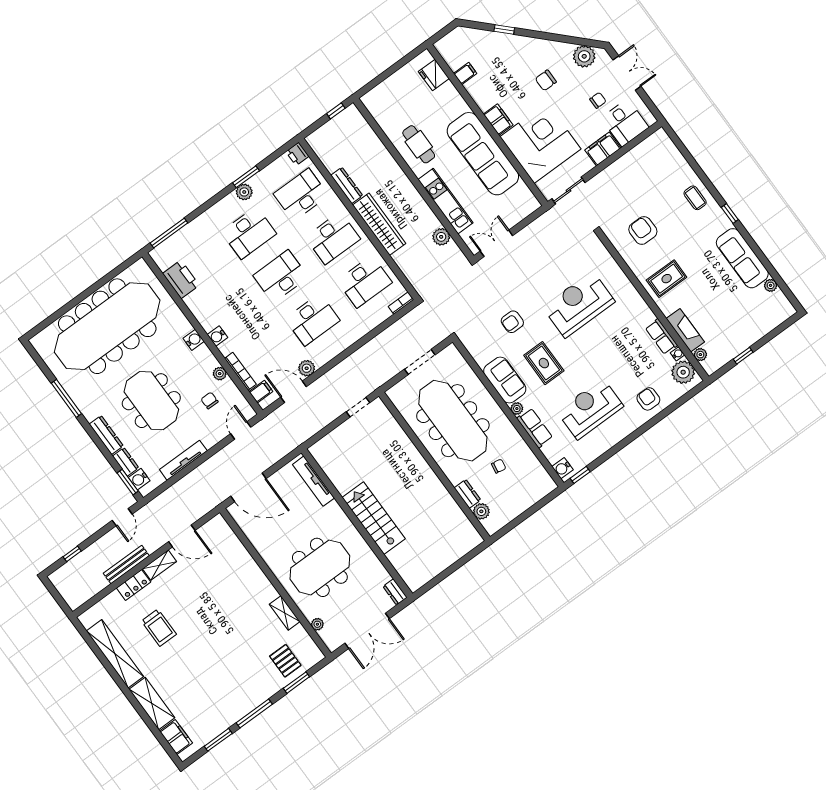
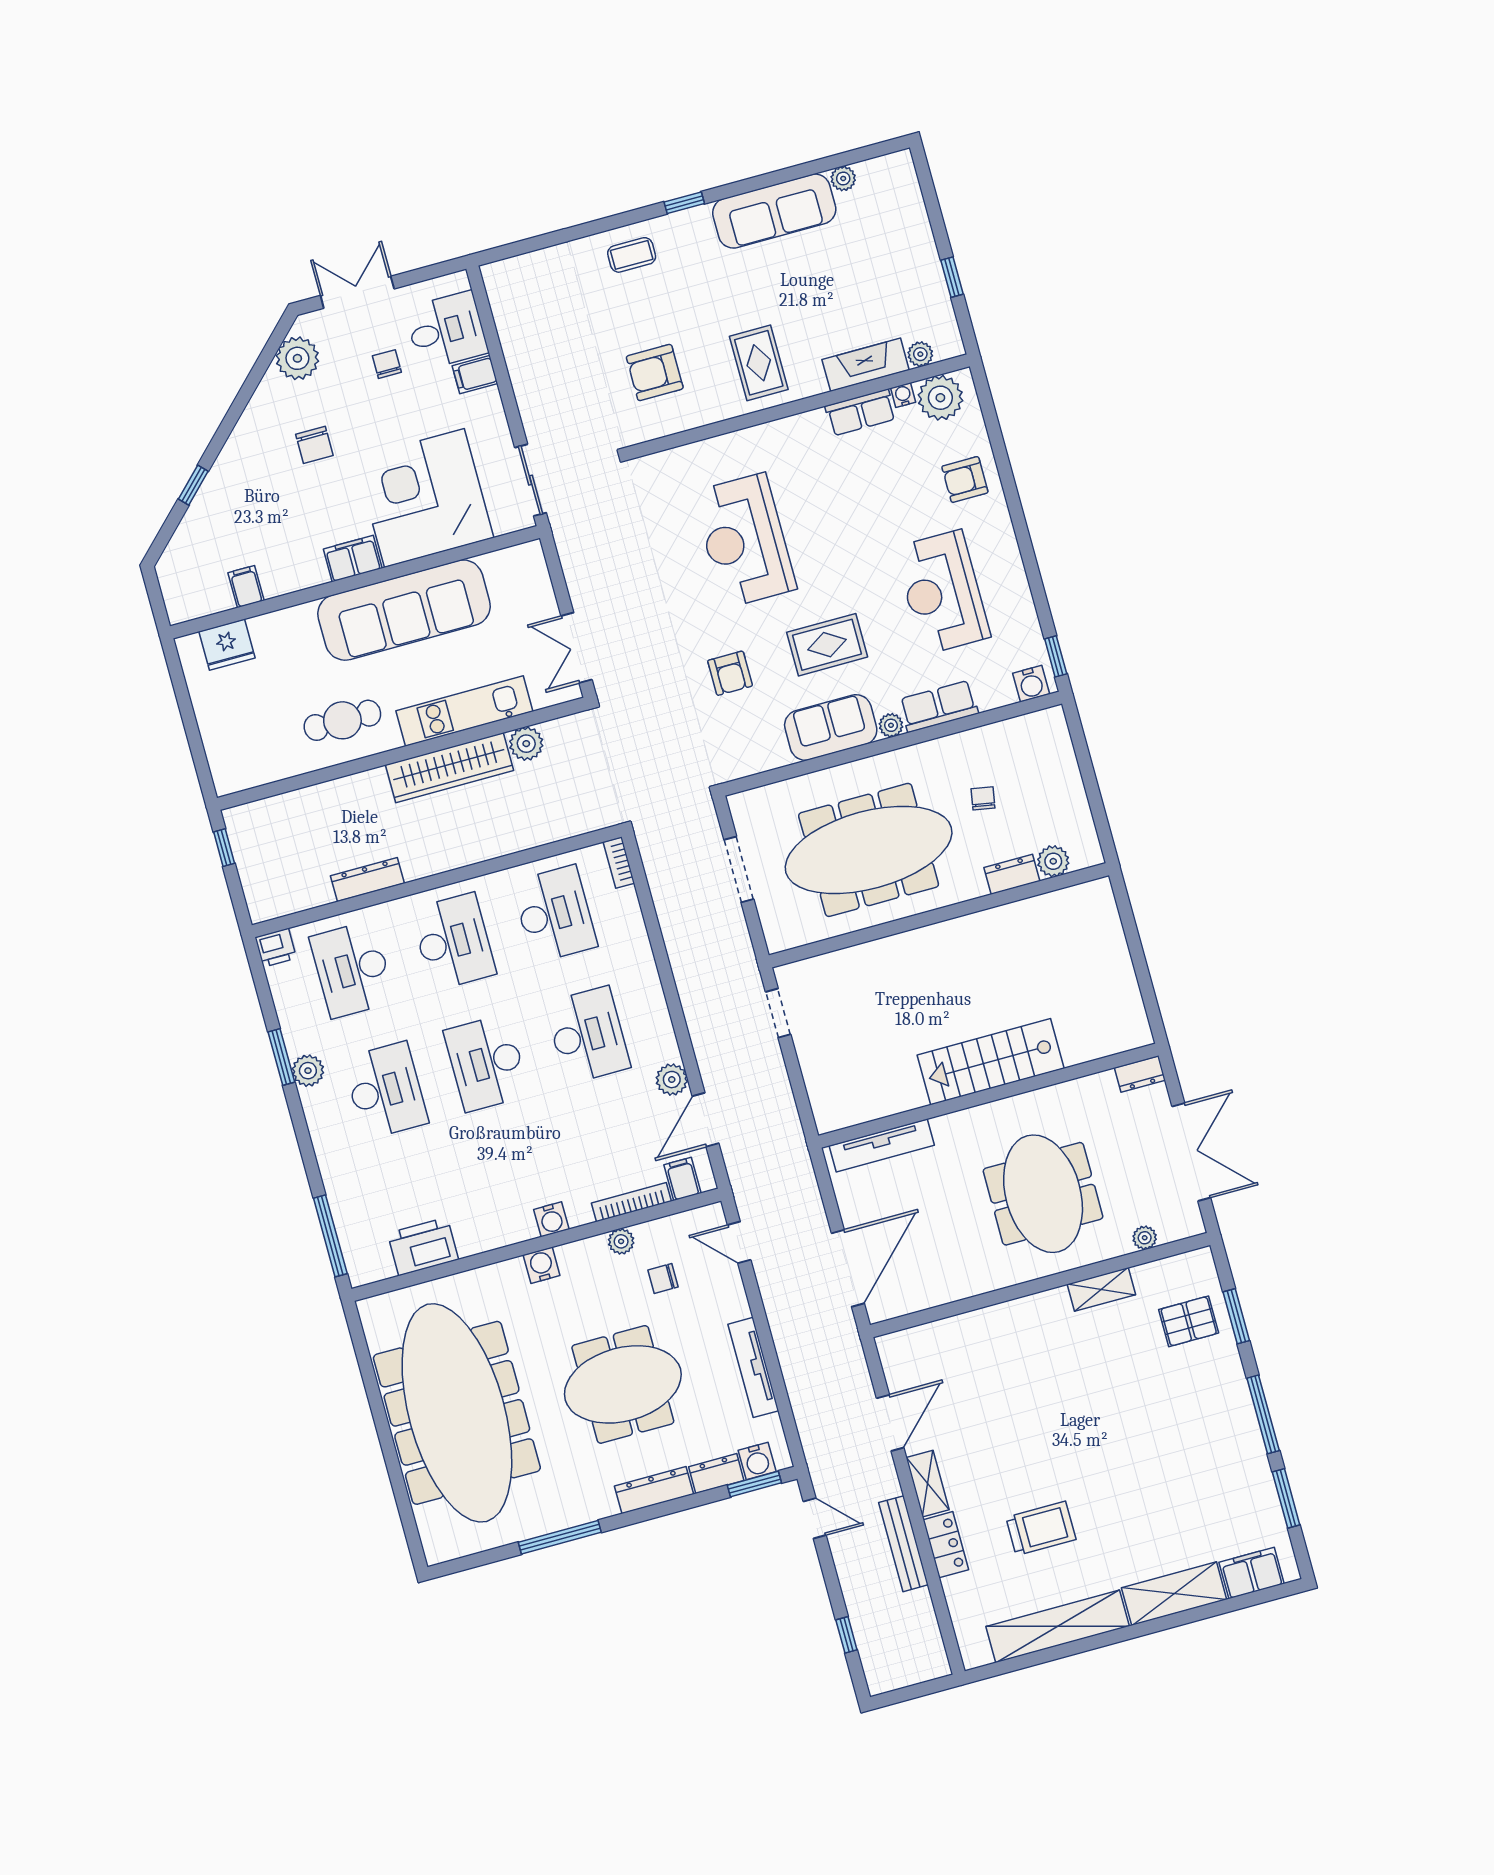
filing cabinet: (603, 149) -> (475, 375), width x0.50
wardrobe: (379, 224) -> (450, 768), moved, turned 180

